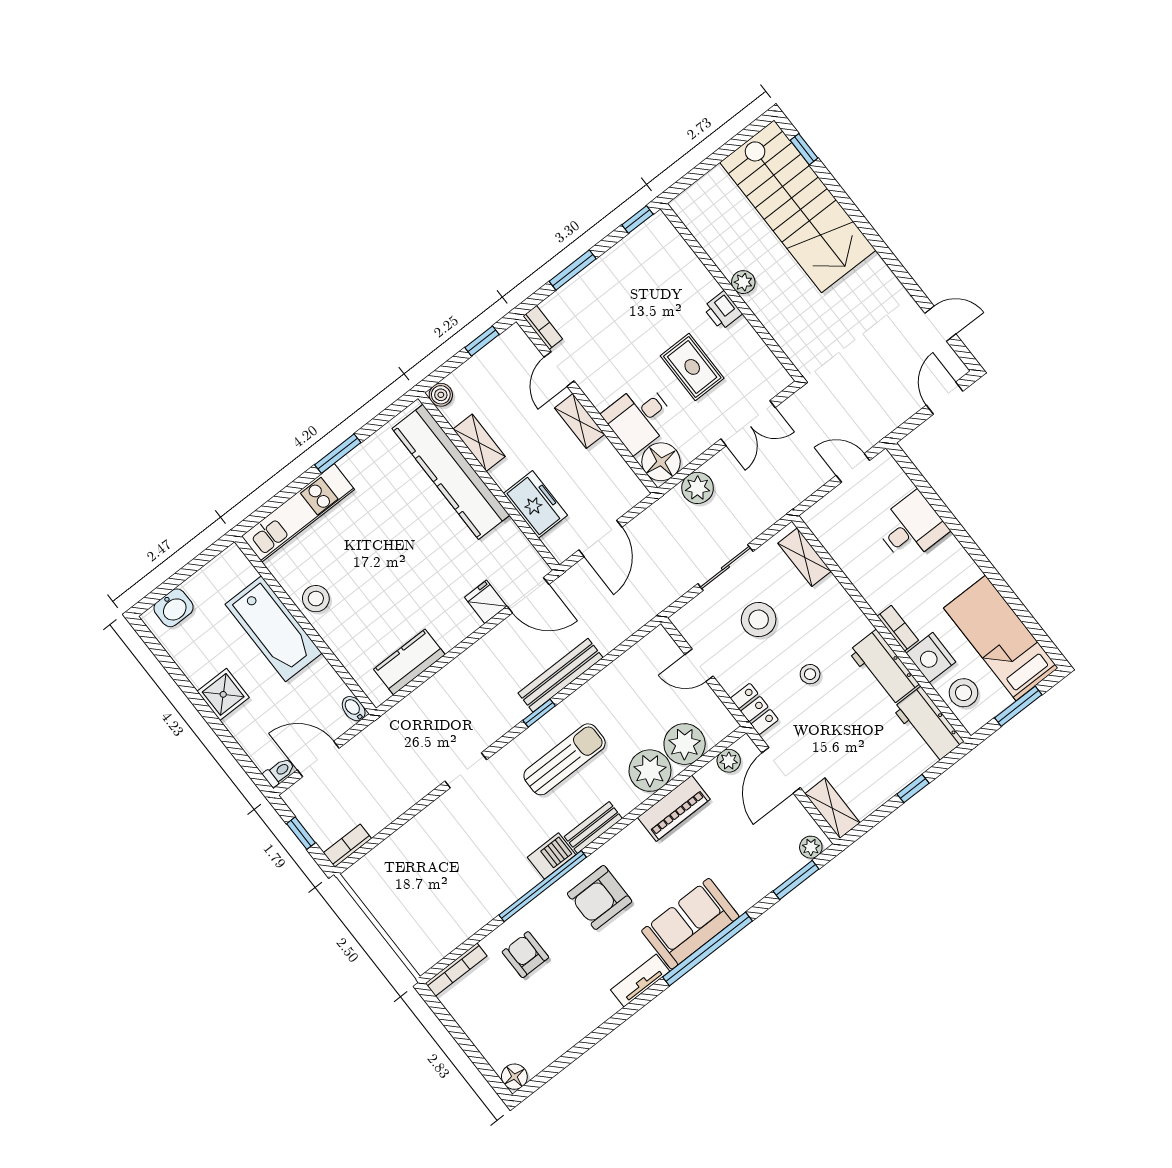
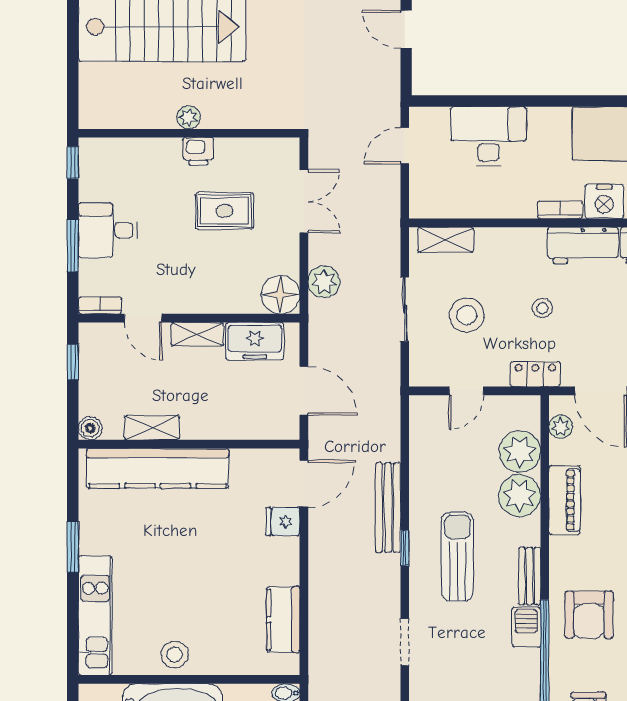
desk: (639, 417) -> (108, 230), moved, turned 90
freezer: (535, 504) -> (255, 341), moved, turned 180
desk: (911, 528) -> (488, 136), width x1.37

